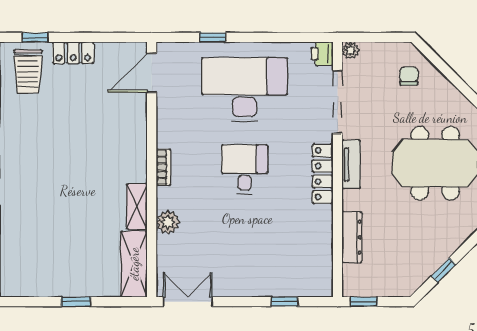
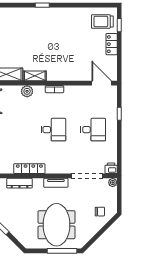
desk: (245, 90) -> (93, 130), width x0.53, depth x0.77
locker: (323, 174) -> (29, 169), moved

